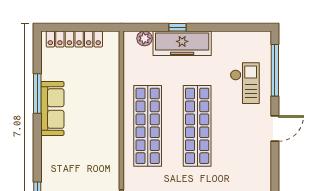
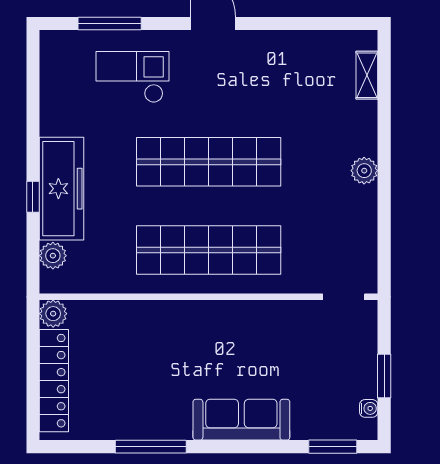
plant: (112, 39) -> (53, 314), added
window: (275, 70) -> (110, 24), width x0.68
sofa: (52, 109) -> (241, 420), moved

